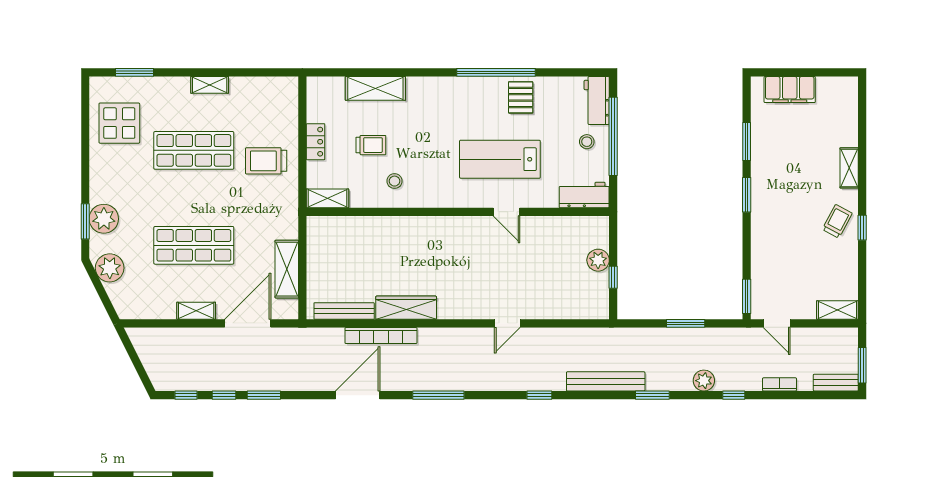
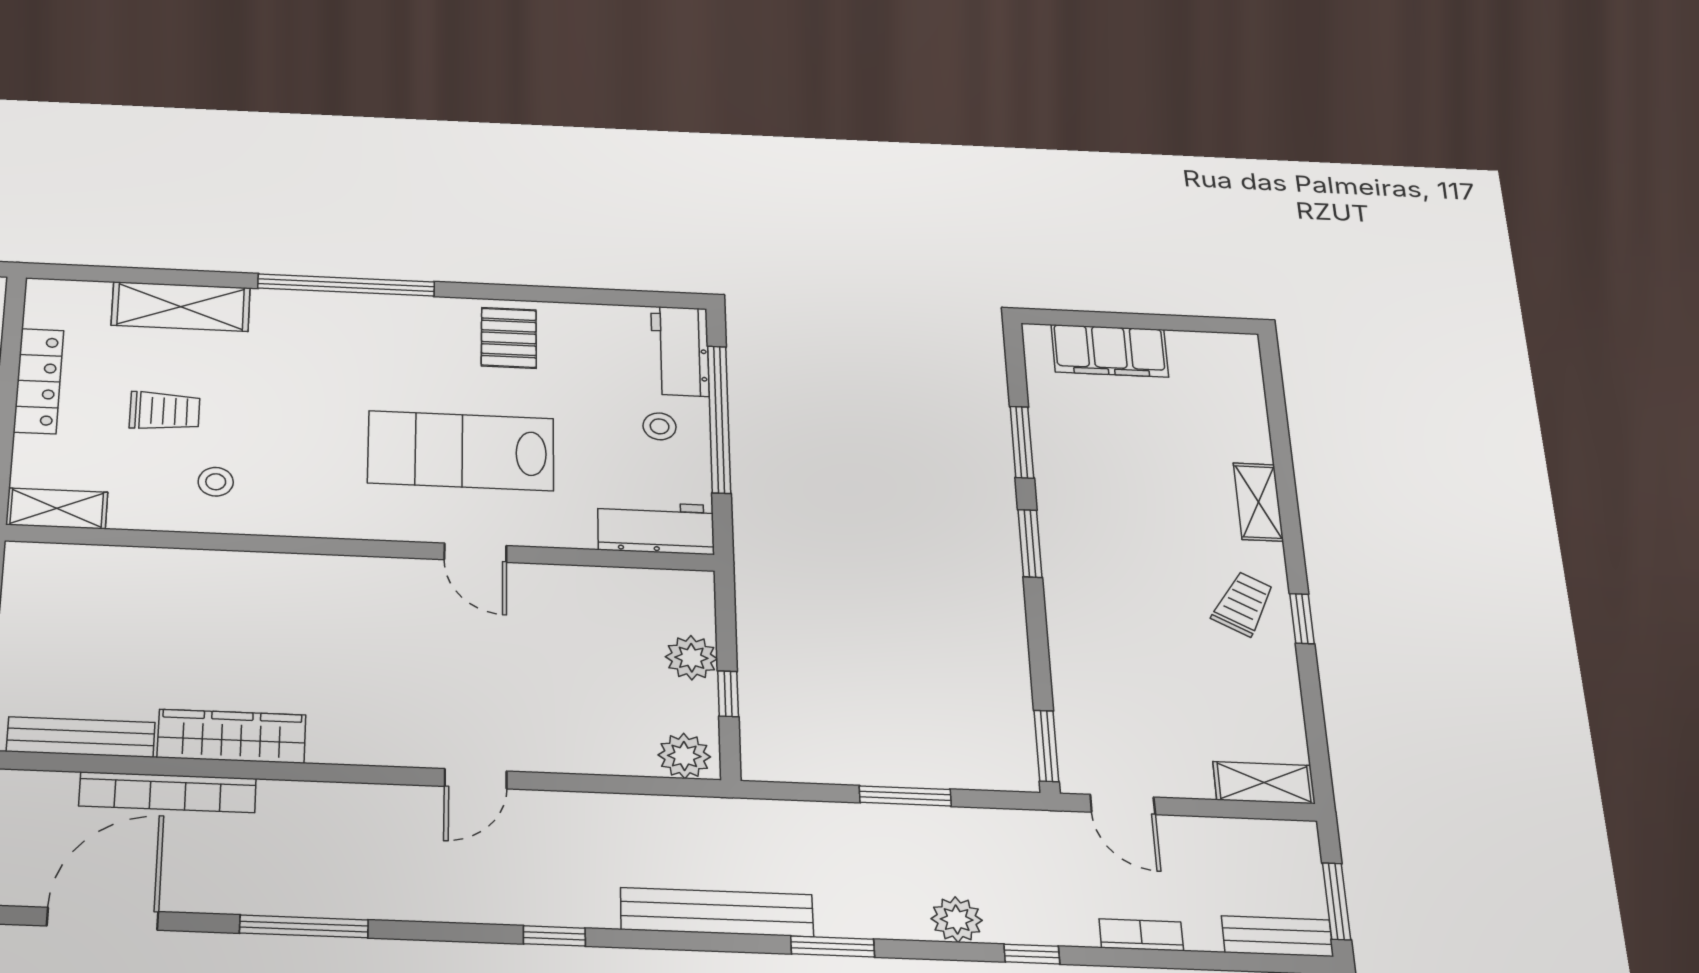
window: (496, 72) -> (346, 285), moved
locker: (316, 142) -> (39, 381), width x1.53
plant: (594, 308) -> (684, 756), added

